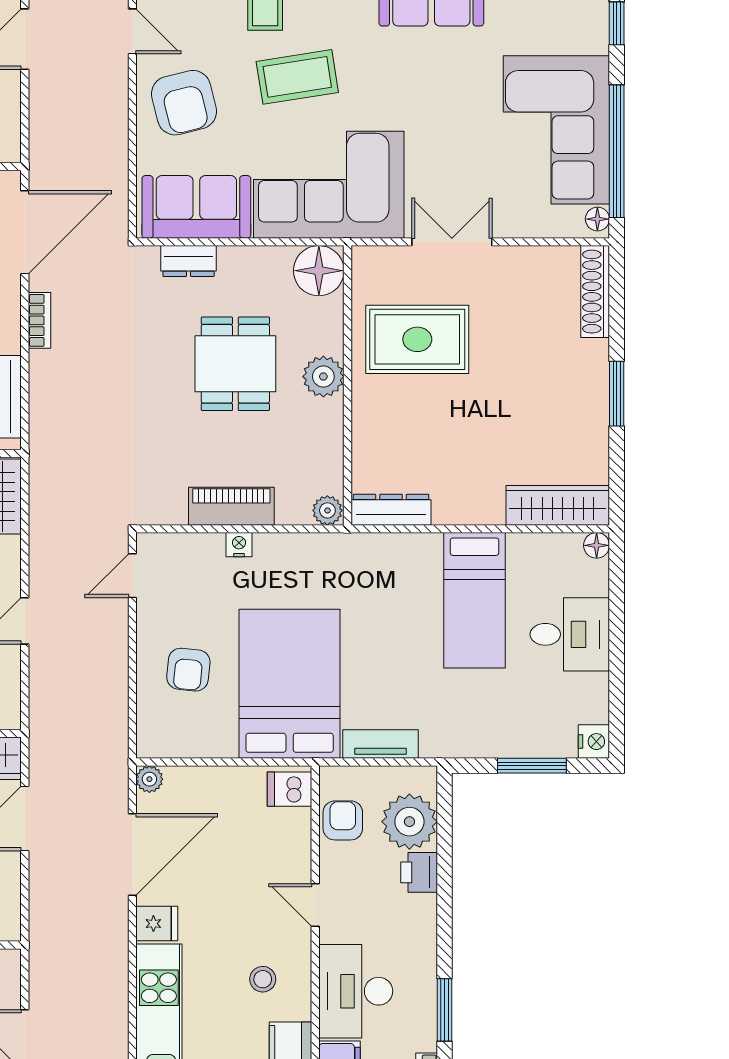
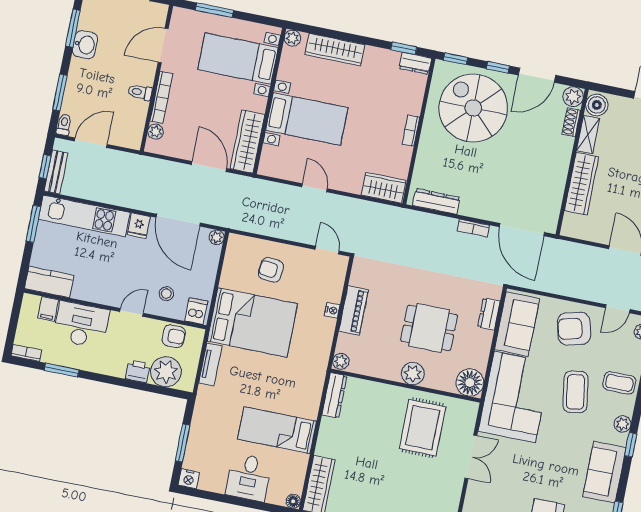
stool: (263, 979) -> (166, 294), moved

